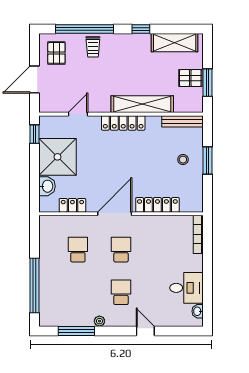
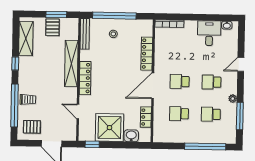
window: (207, 161) -> (114, 16), width x2.11
door: (115, 214) -> (153, 86), hinge flipped
school desk: (78, 292) -> (211, 114), added

